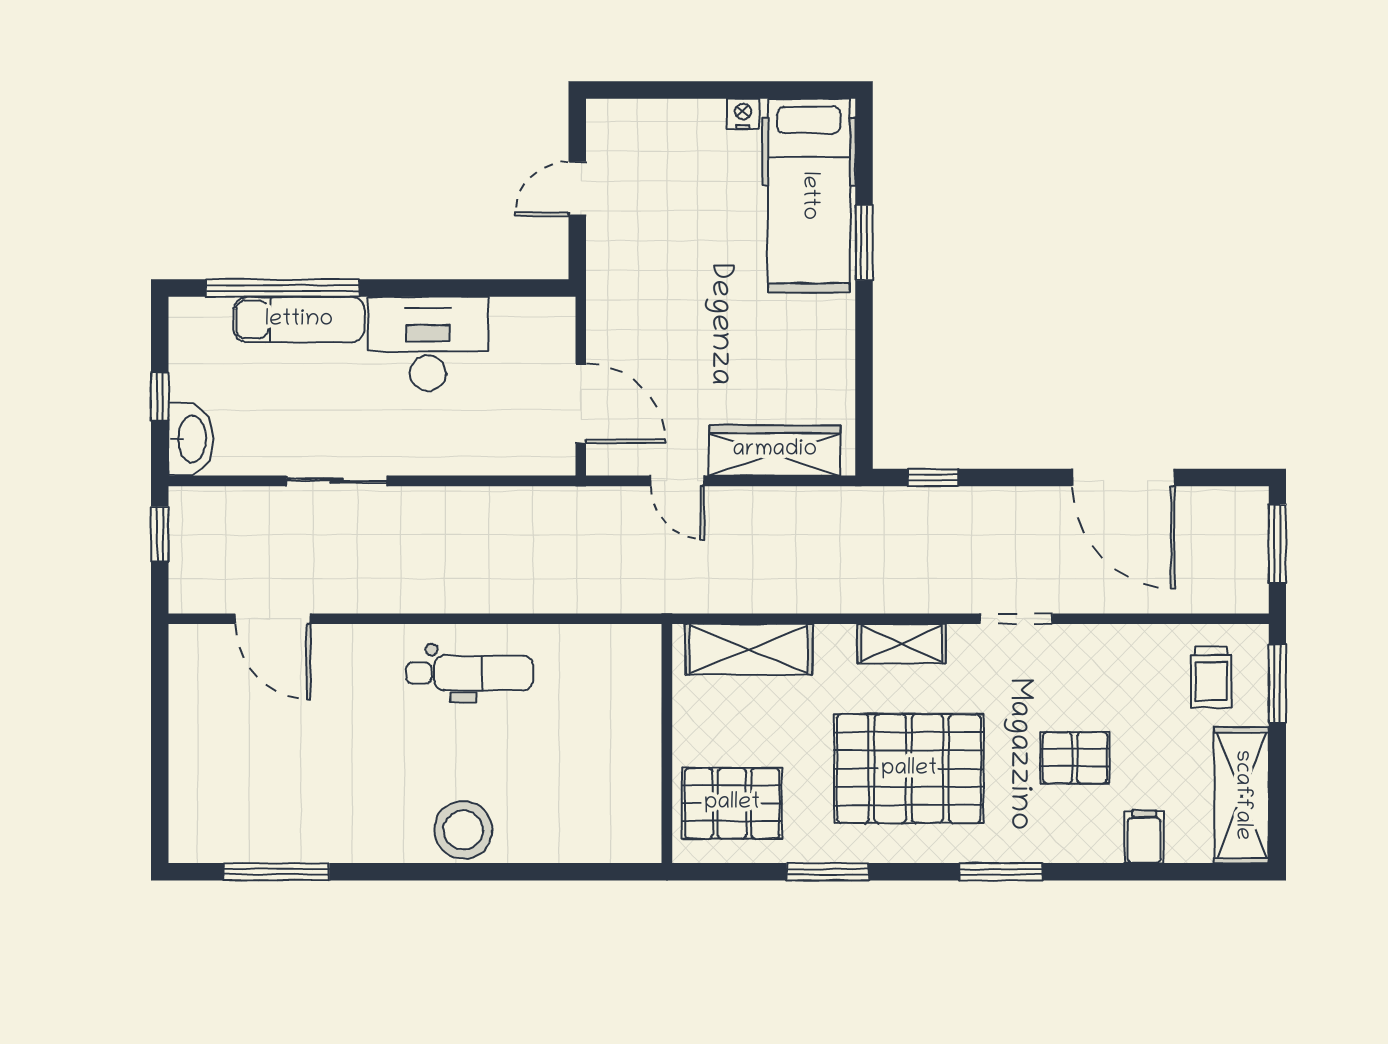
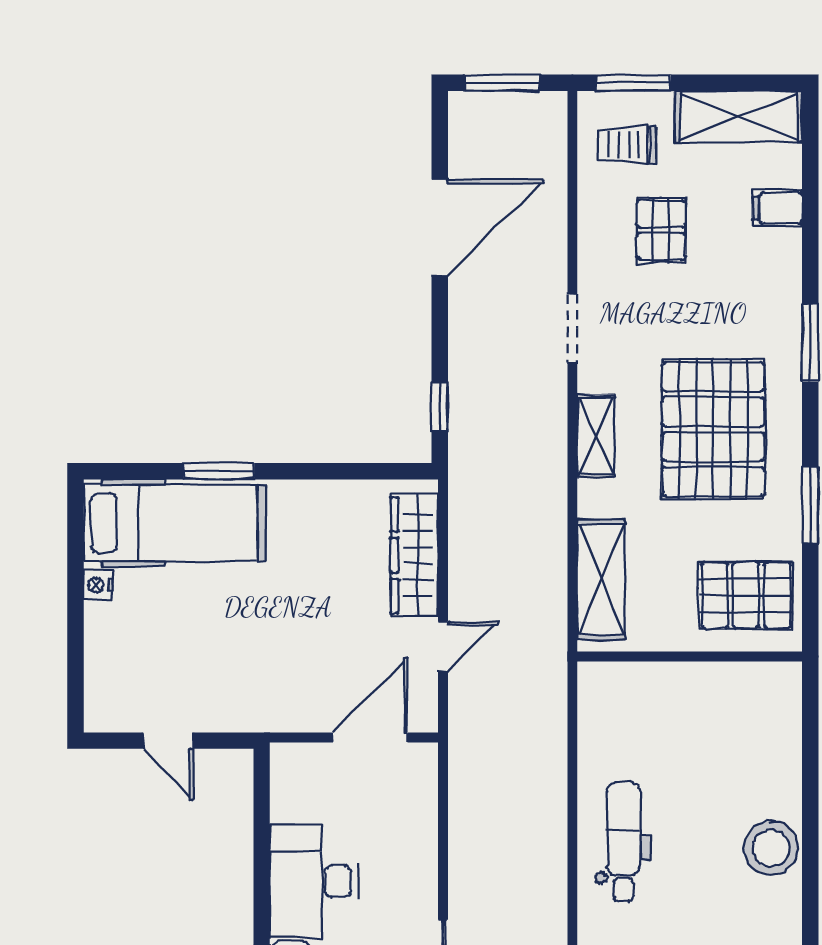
trolley: (1211, 677) -> (627, 145), turned 180
pallet: (1075, 758) -> (661, 230), moved
pallet: (732, 803) -> (746, 595), turned 90

